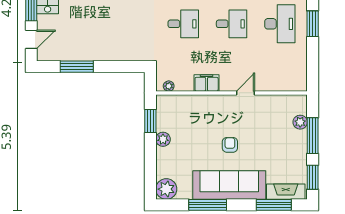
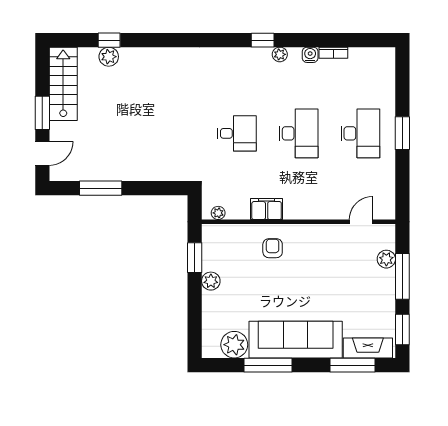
desk: (232, 24) -> (299, 133), width x1.37
door: (245, 93) -> (361, 222), moved
armchair: (230, 145) -> (273, 248), moved
plant: (166, 189) -> (234, 345), moved

